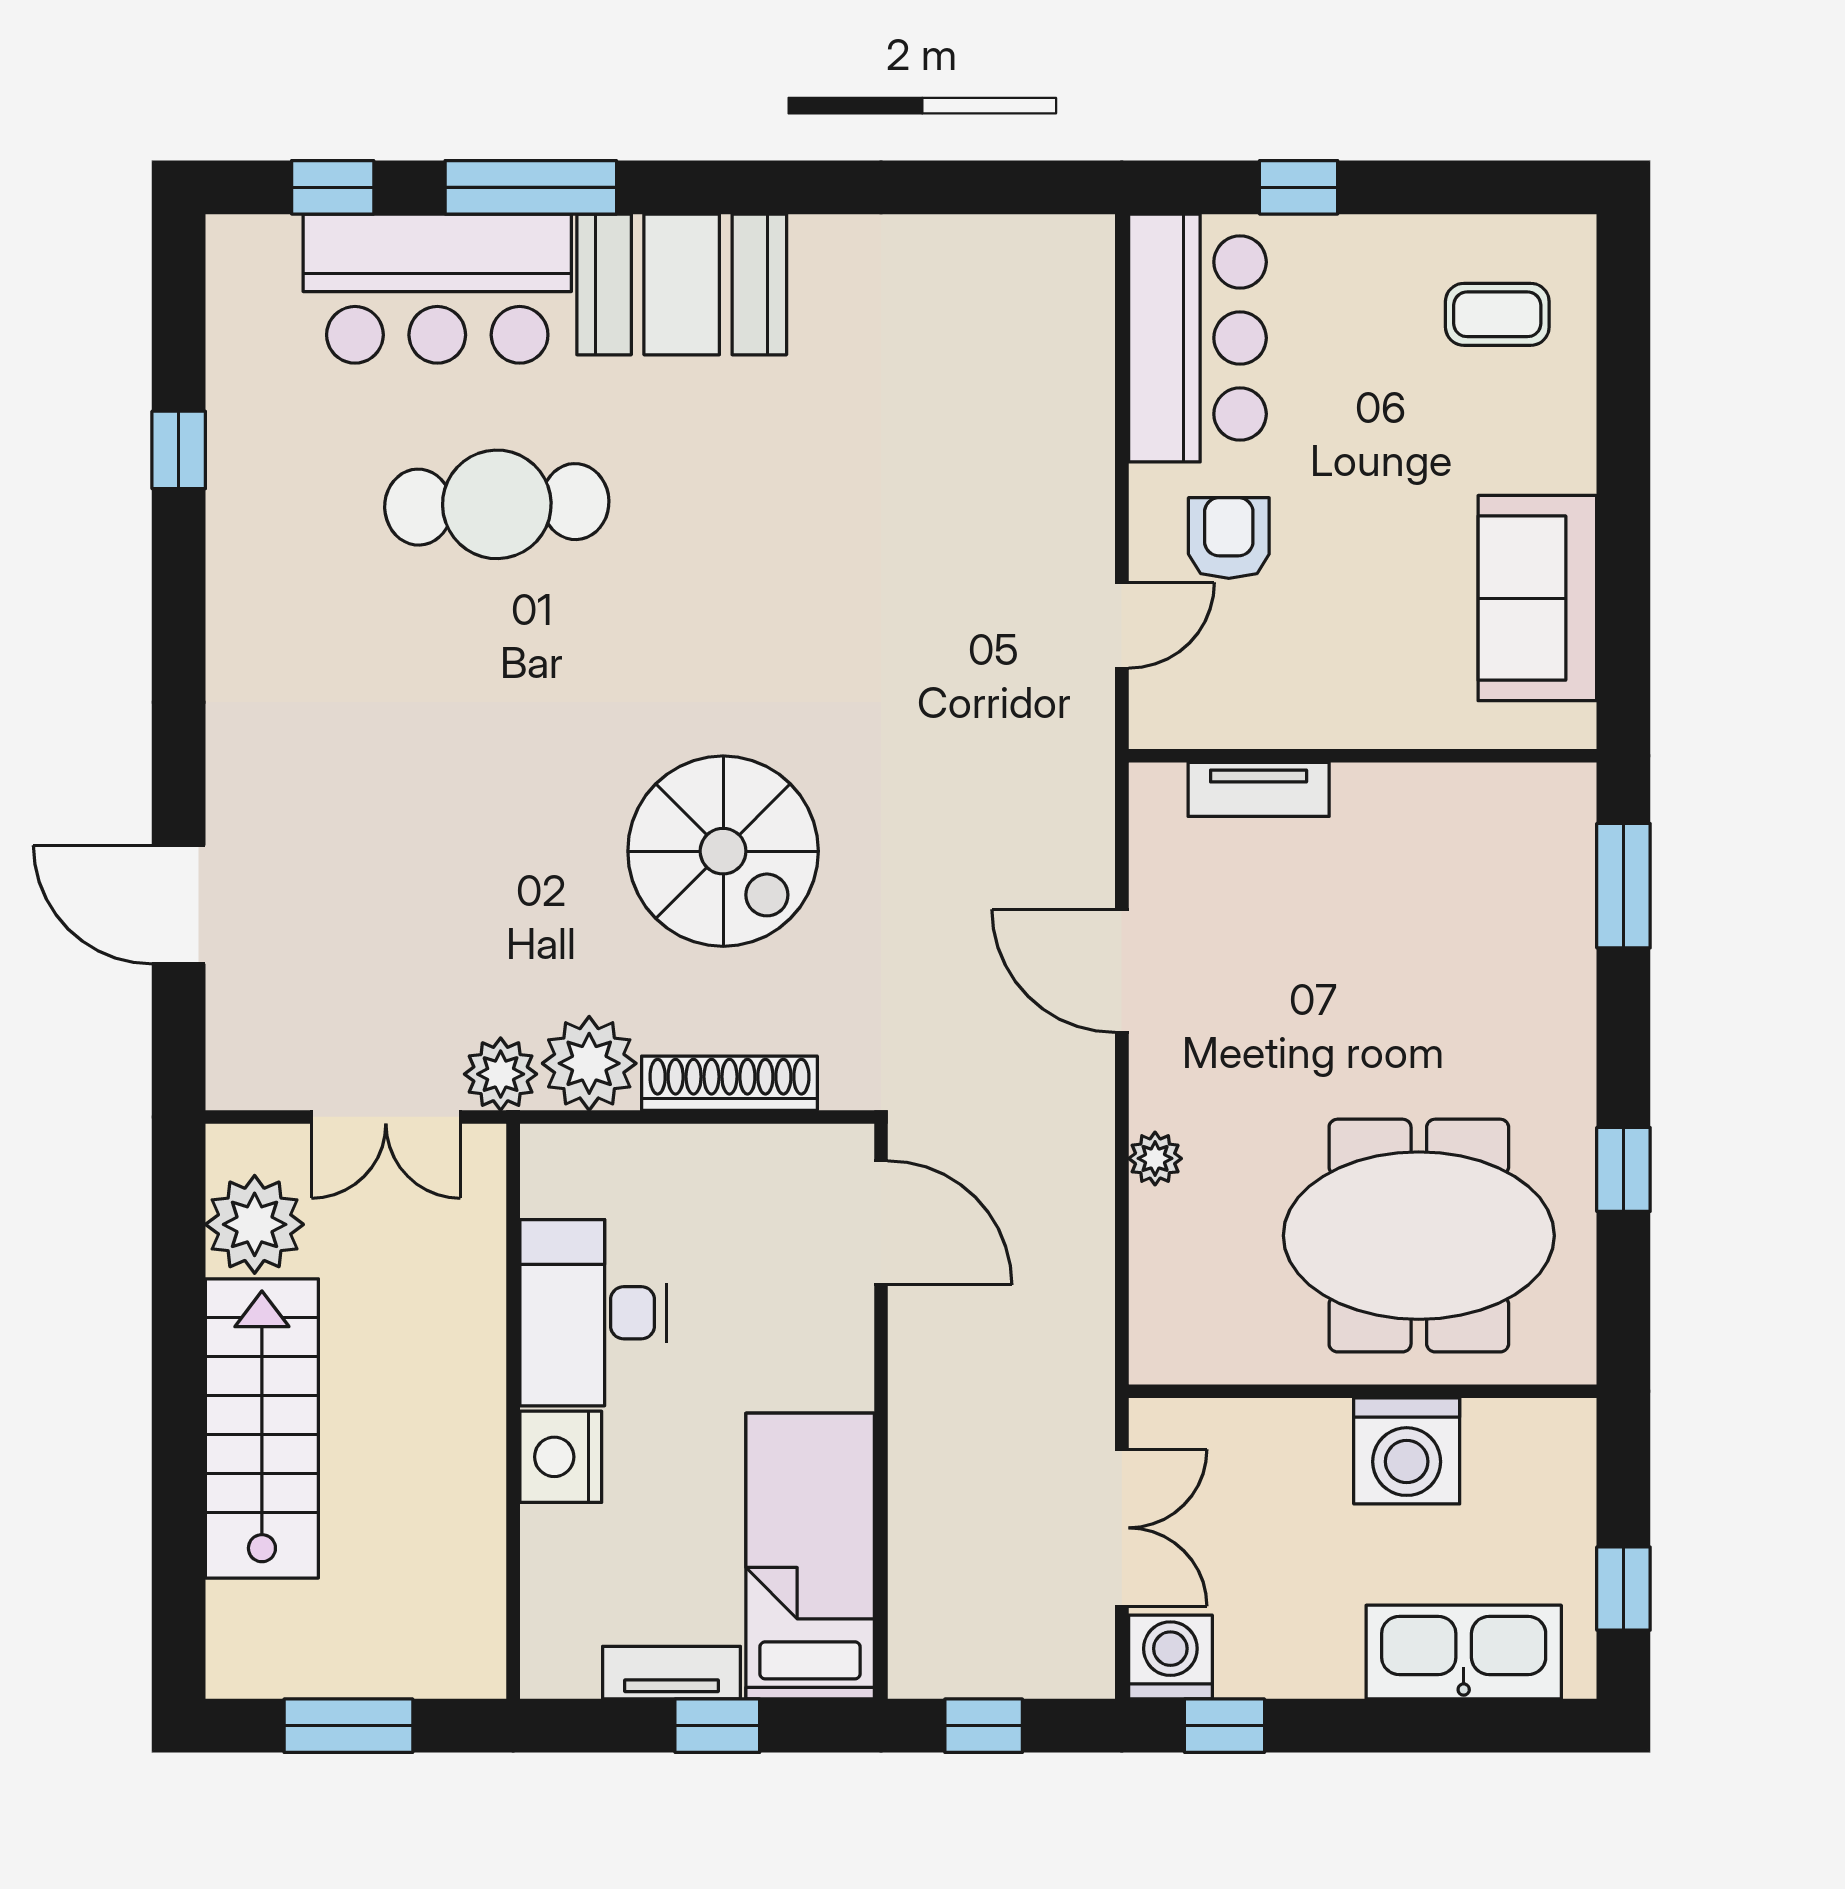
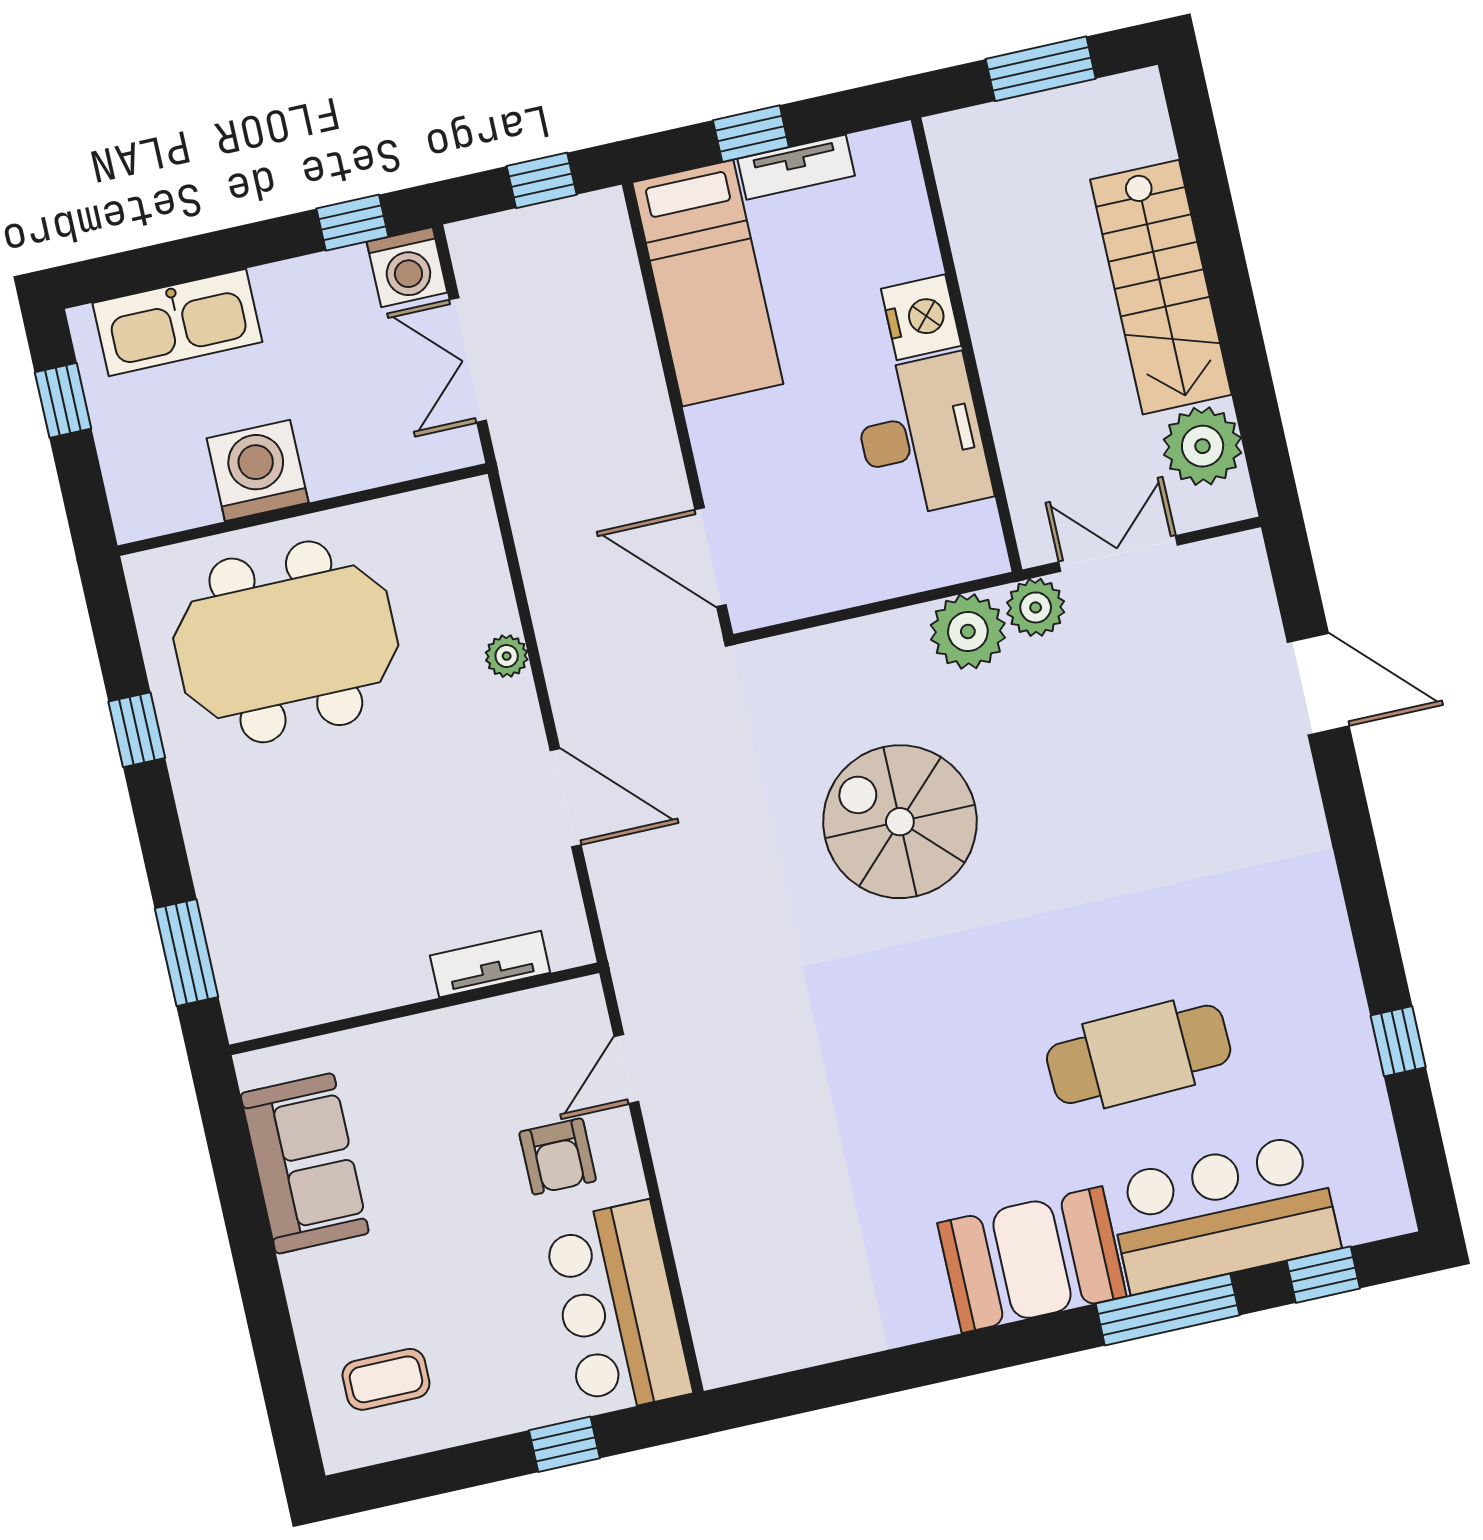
shoe rack: (729, 1083) -> (854, 640), removed

